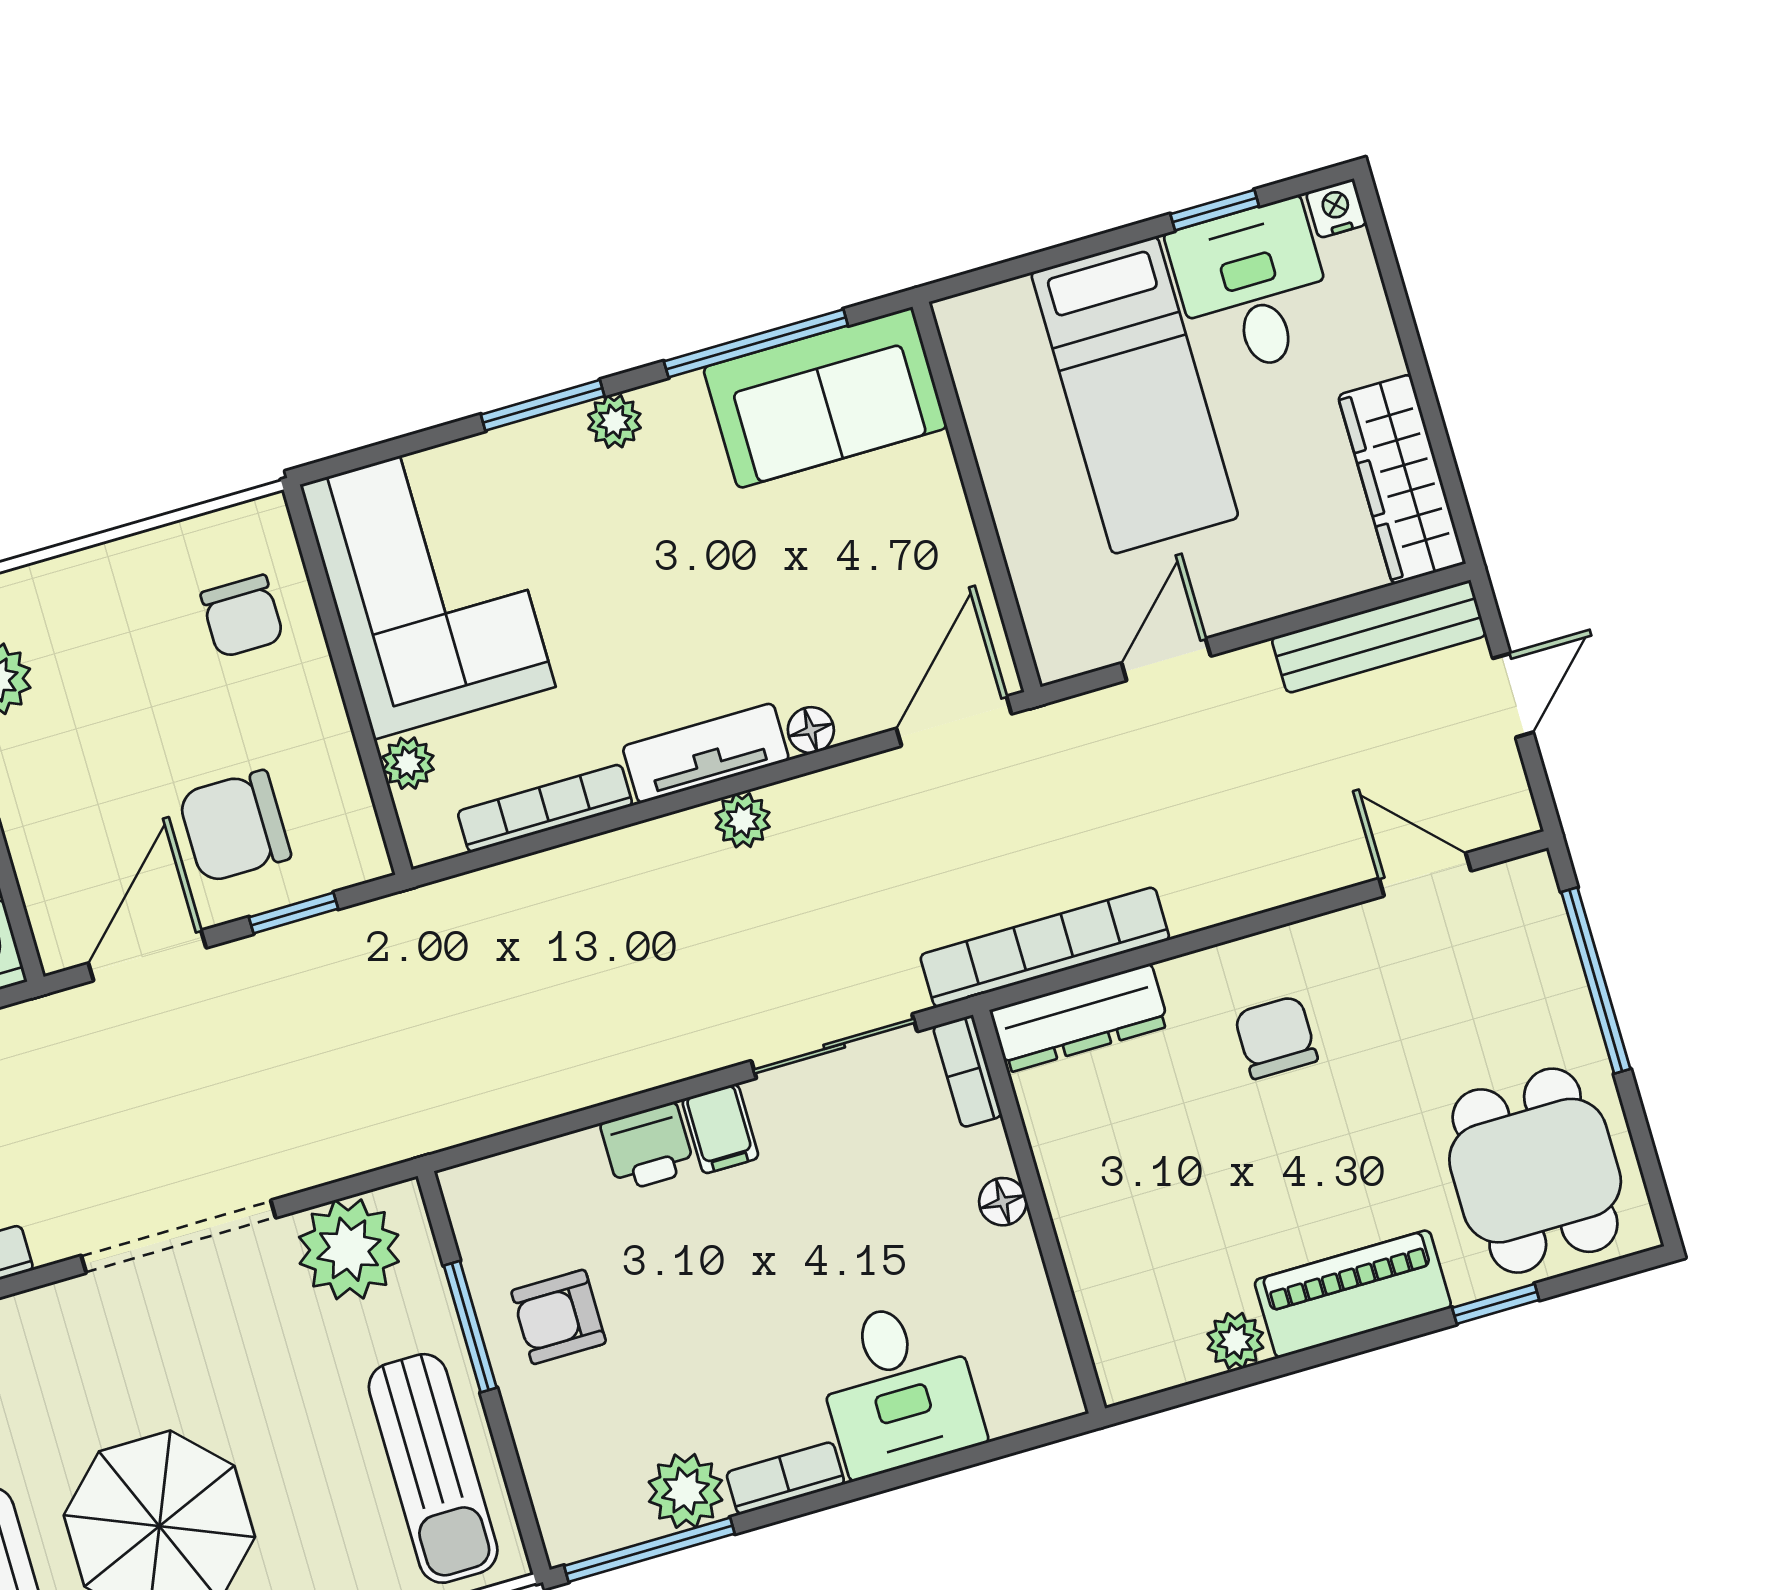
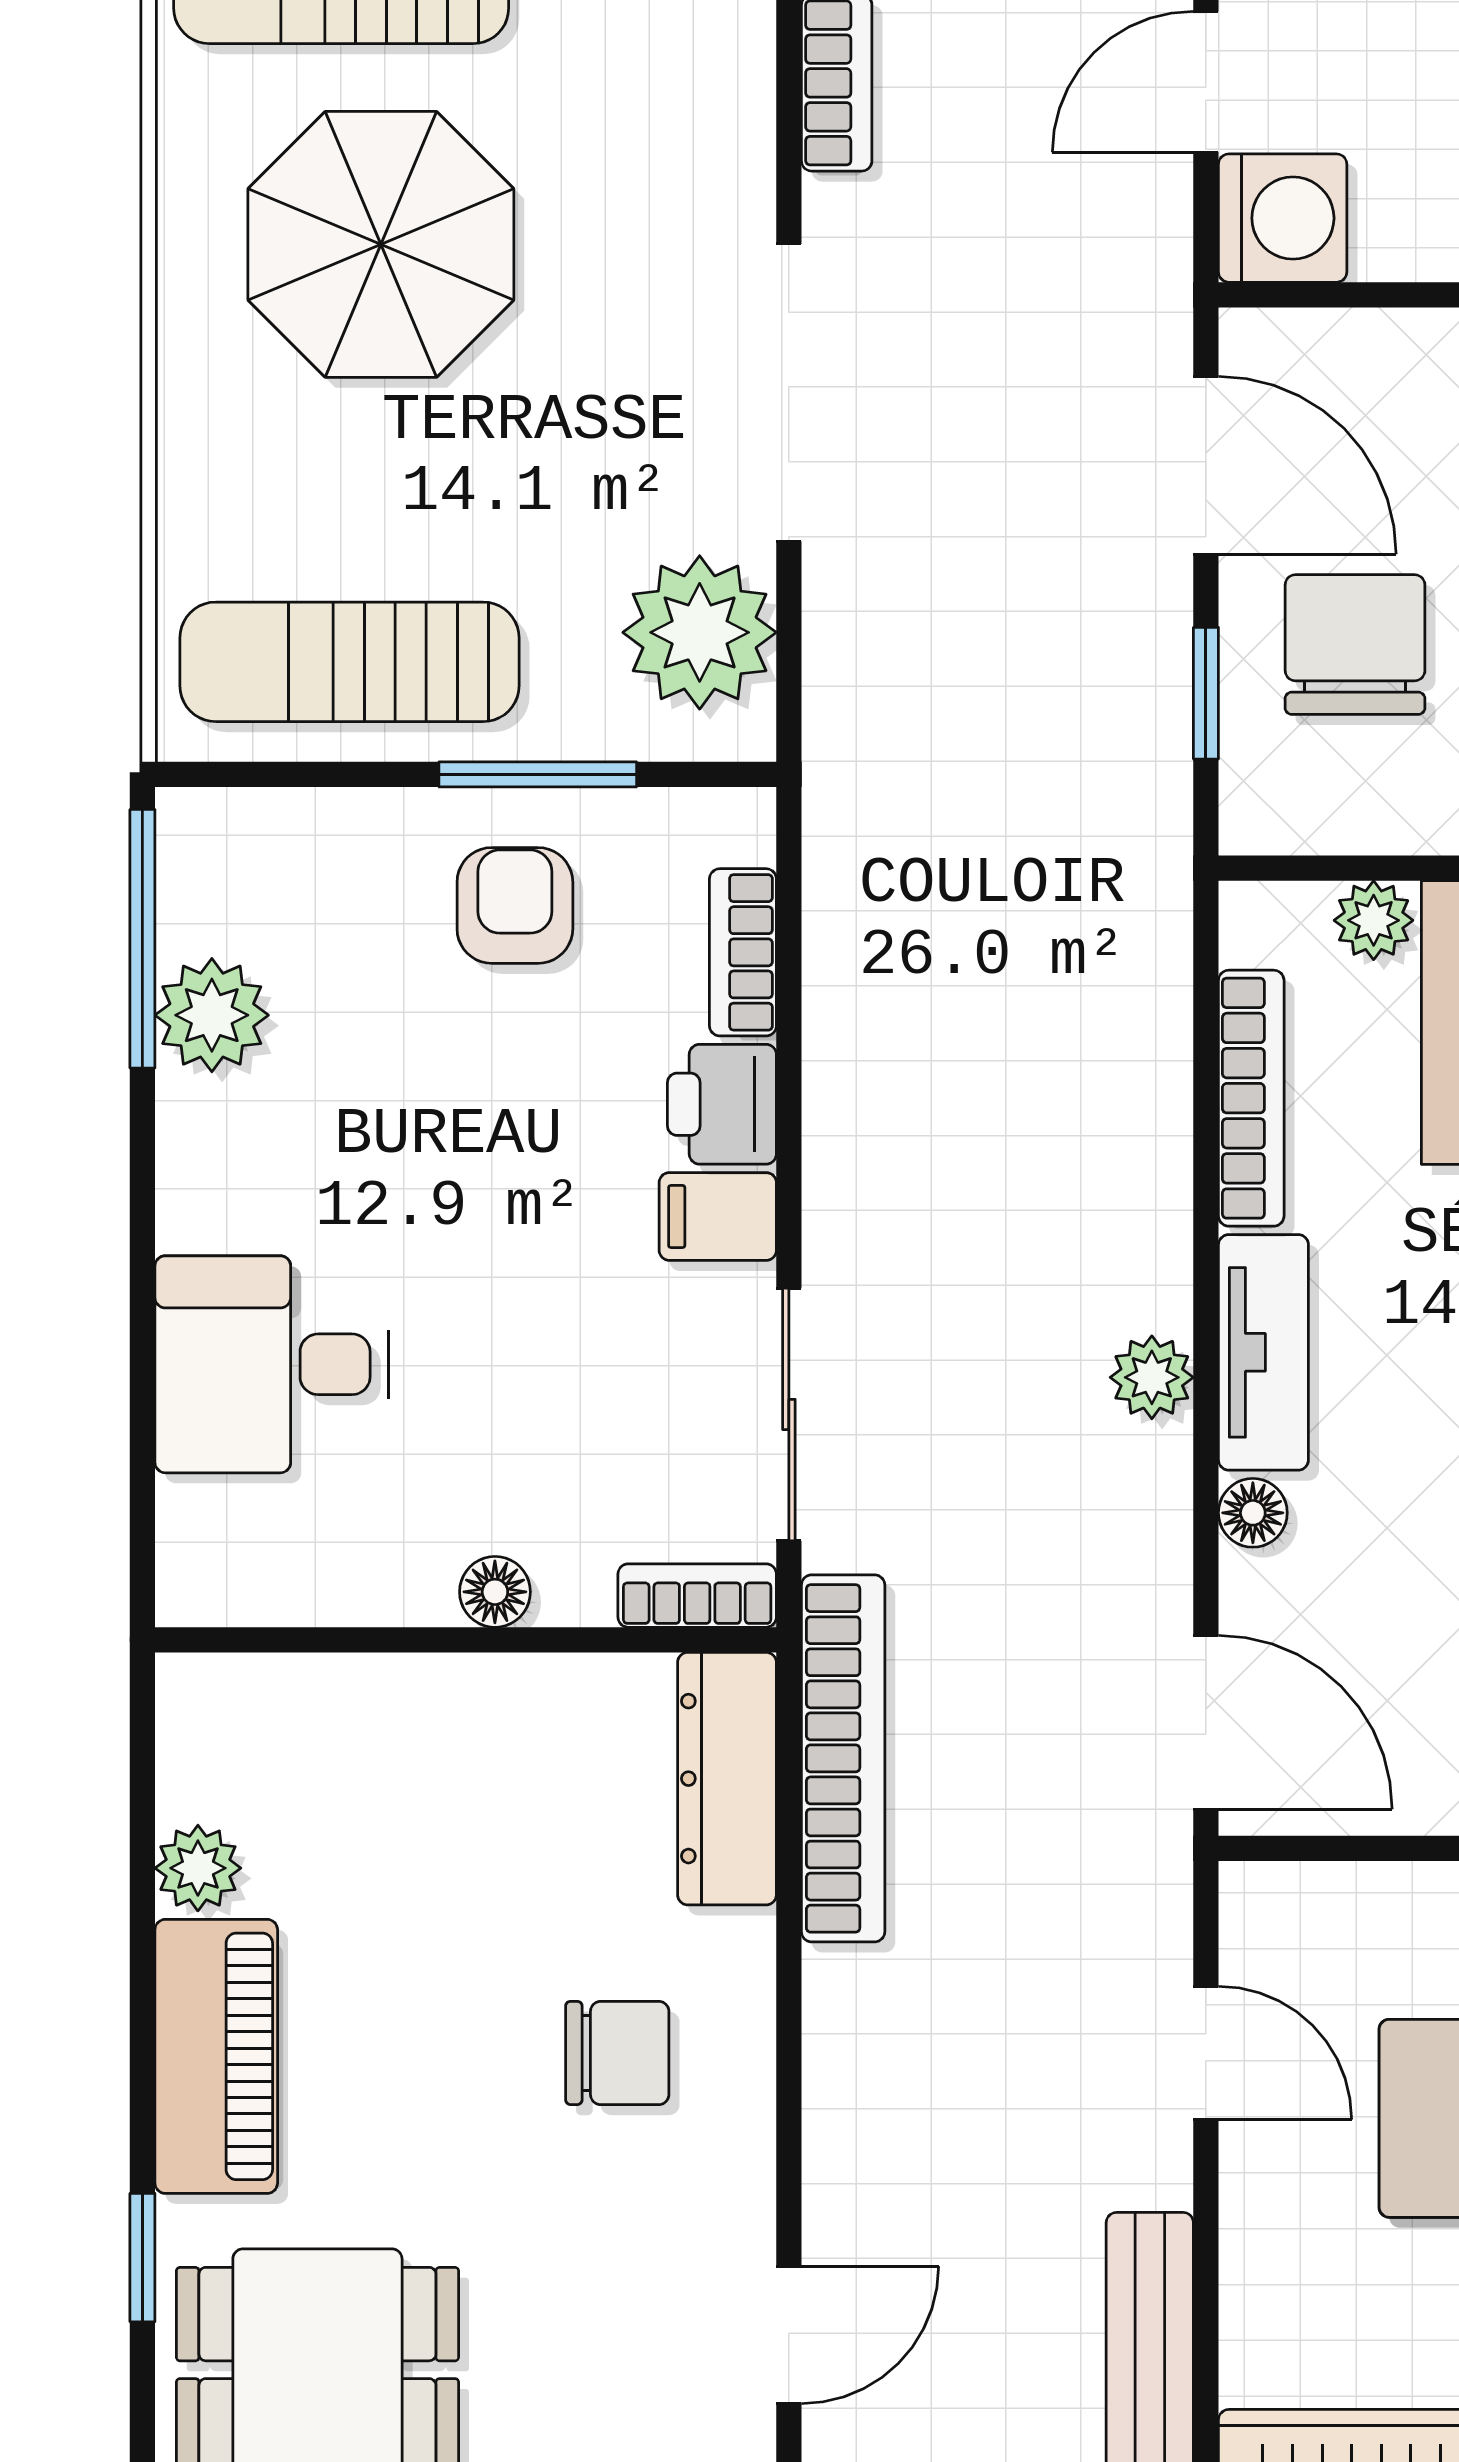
bookcase: (785, 1478) -> (743, 952), moved, turned 180

